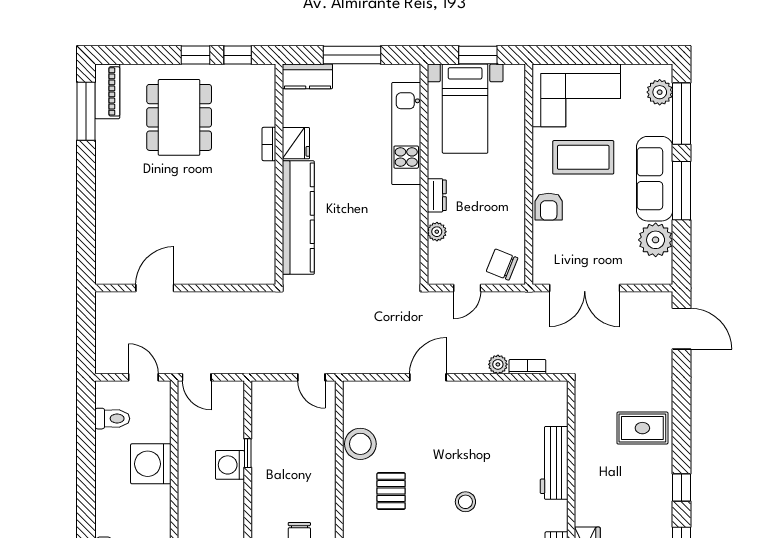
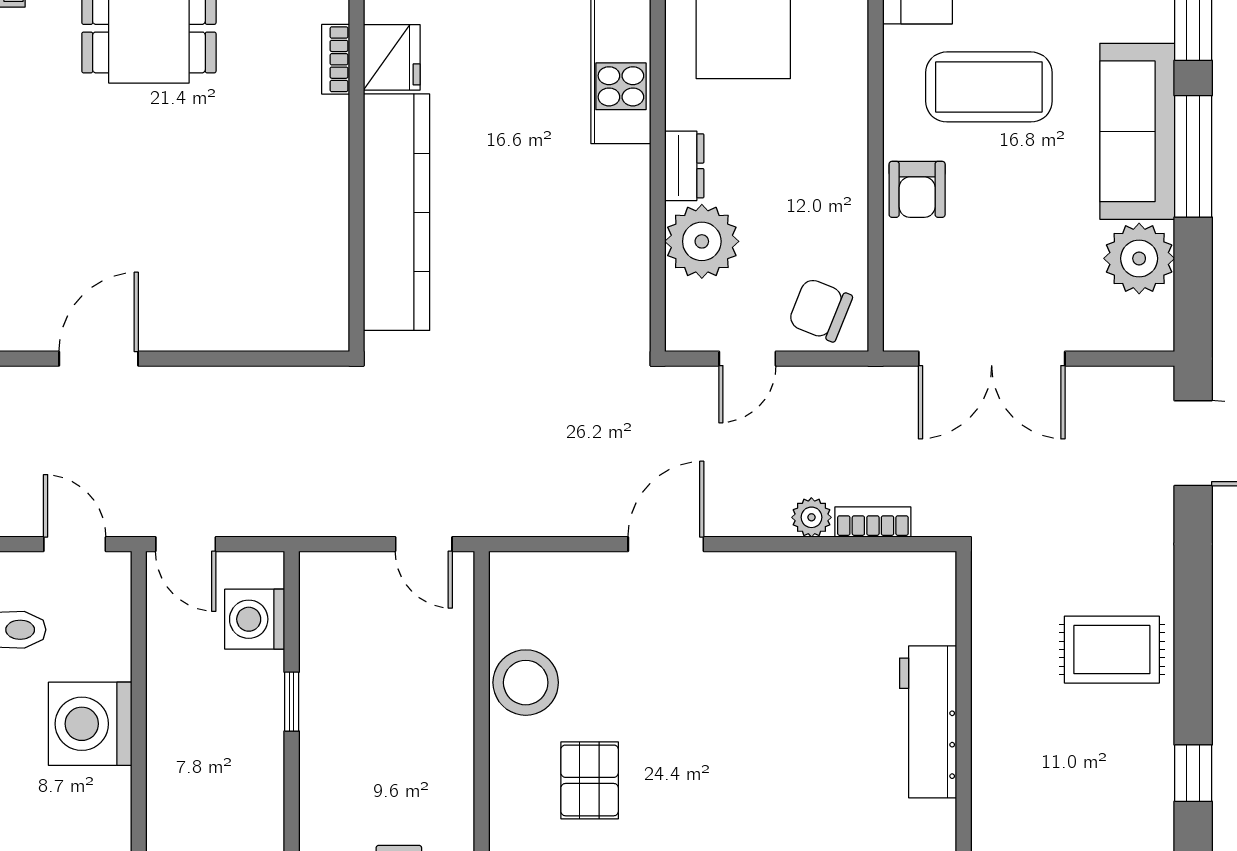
plant: (437, 232) -> (702, 241), width x1.88, depth x1.88
washing machine: (230, 465) -> (255, 619), moved
stool: (465, 502) -> (744, 803), removed

